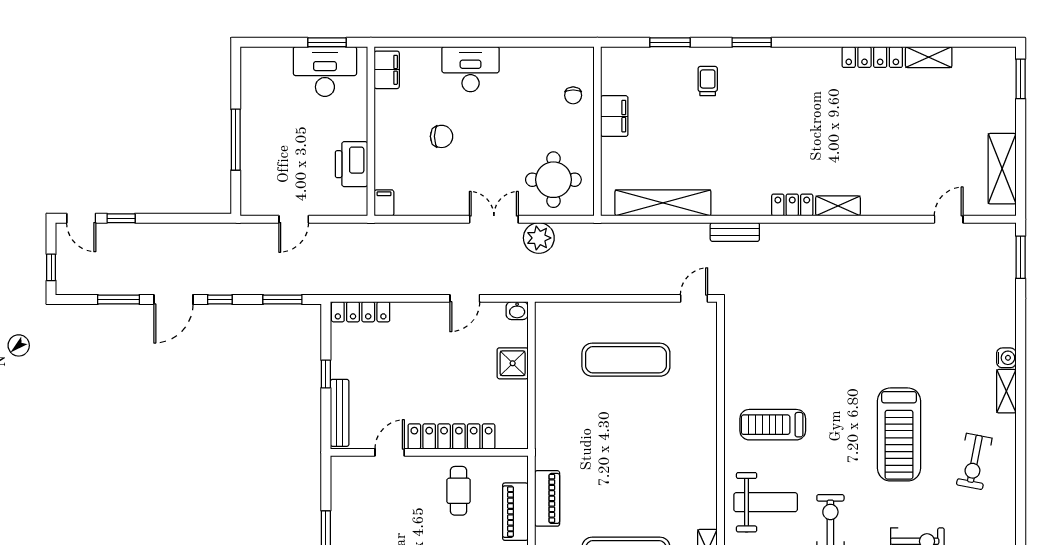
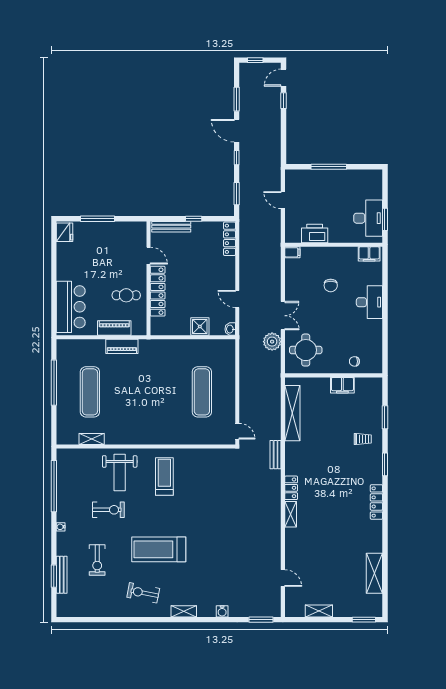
locker: (872, 57) -> (376, 502), moved
shelving: (929, 57) -> (374, 573), width x1.50, depth x1.33
shelving: (1002, 169) -> (319, 611), width x0.67, depth x0.75
water cooler: (1006, 358) -> (222, 611), moved

